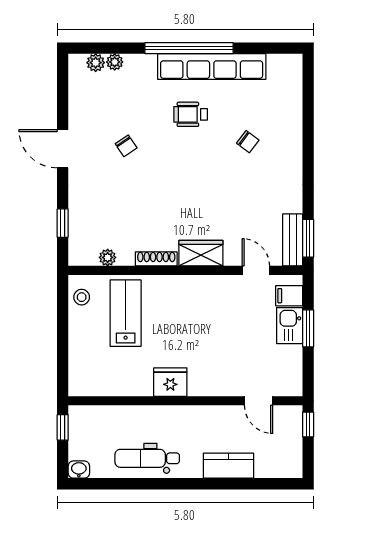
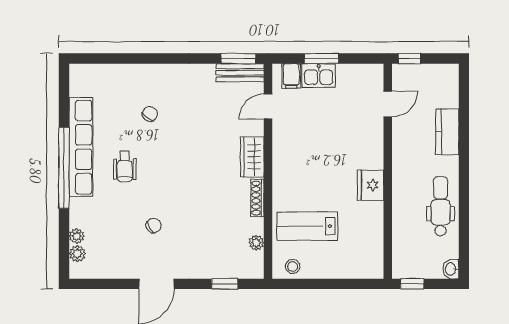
dental chair: (147, 458) -> (441, 206), turned 180

